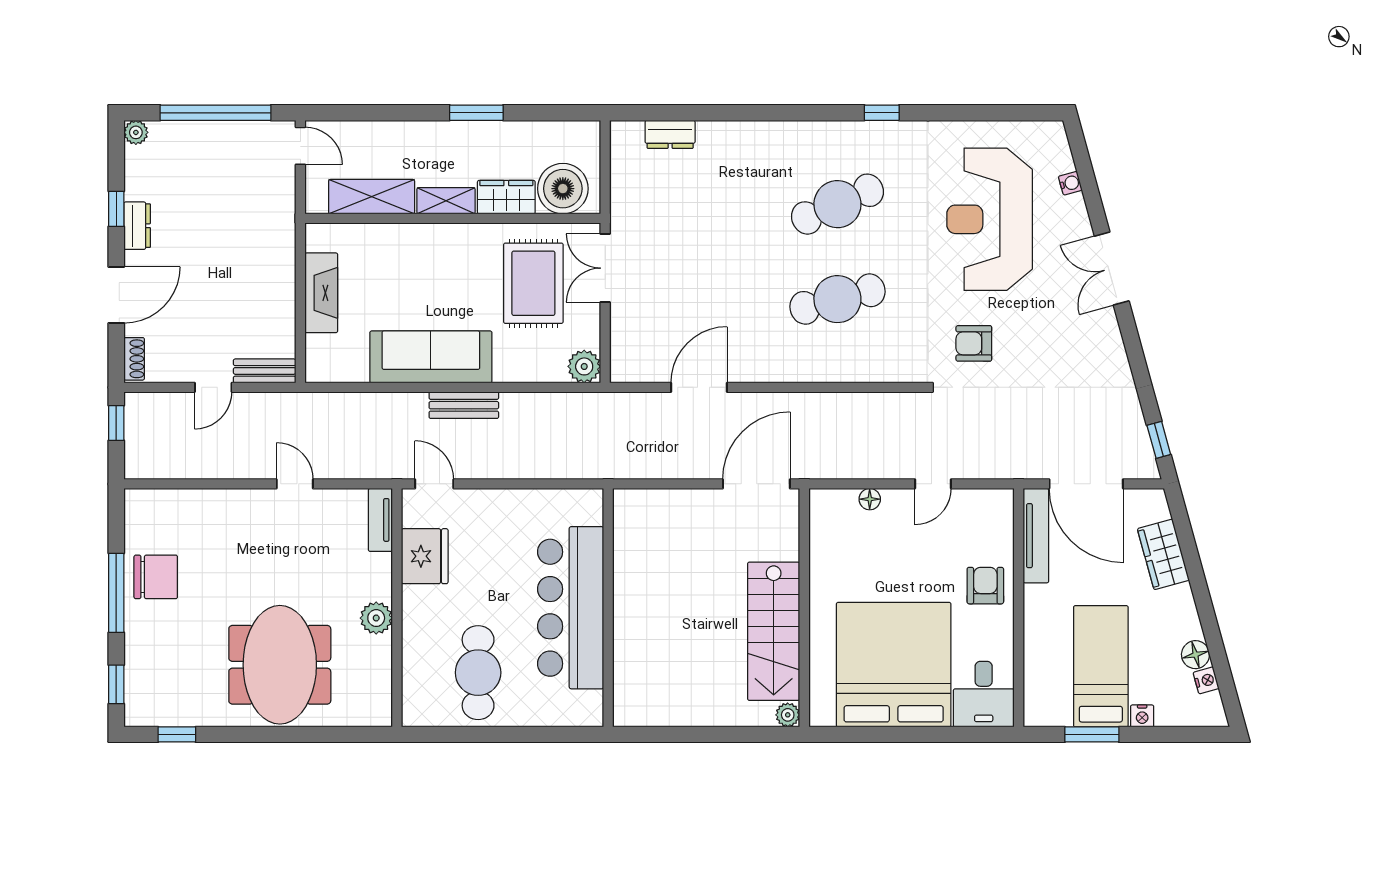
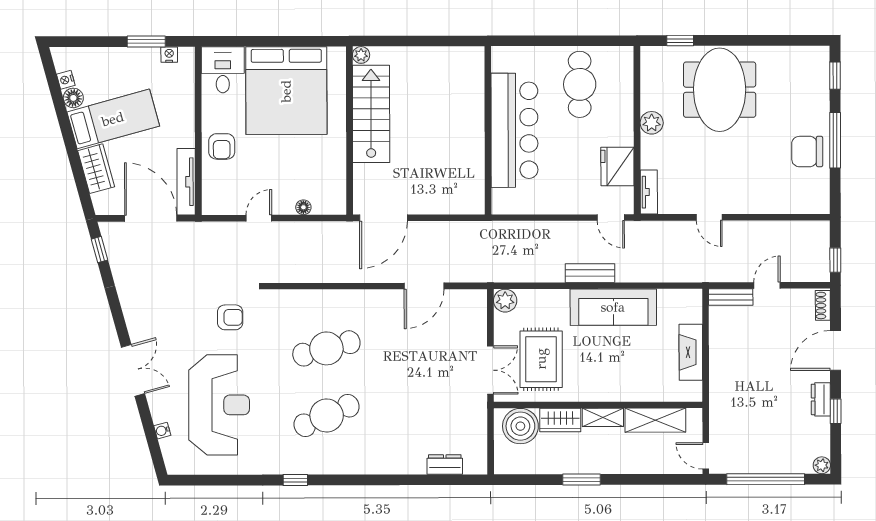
bed: (1101, 666) -> (113, 119), moved, turned -105
nightstand: (1142, 716) -> (169, 55), moved
window: (177, 734) -> (680, 41), moved

